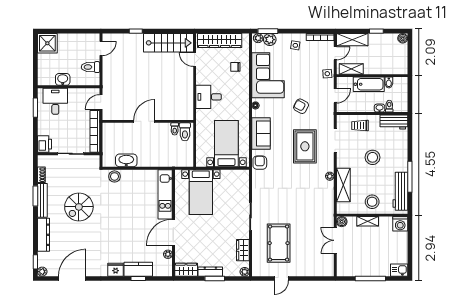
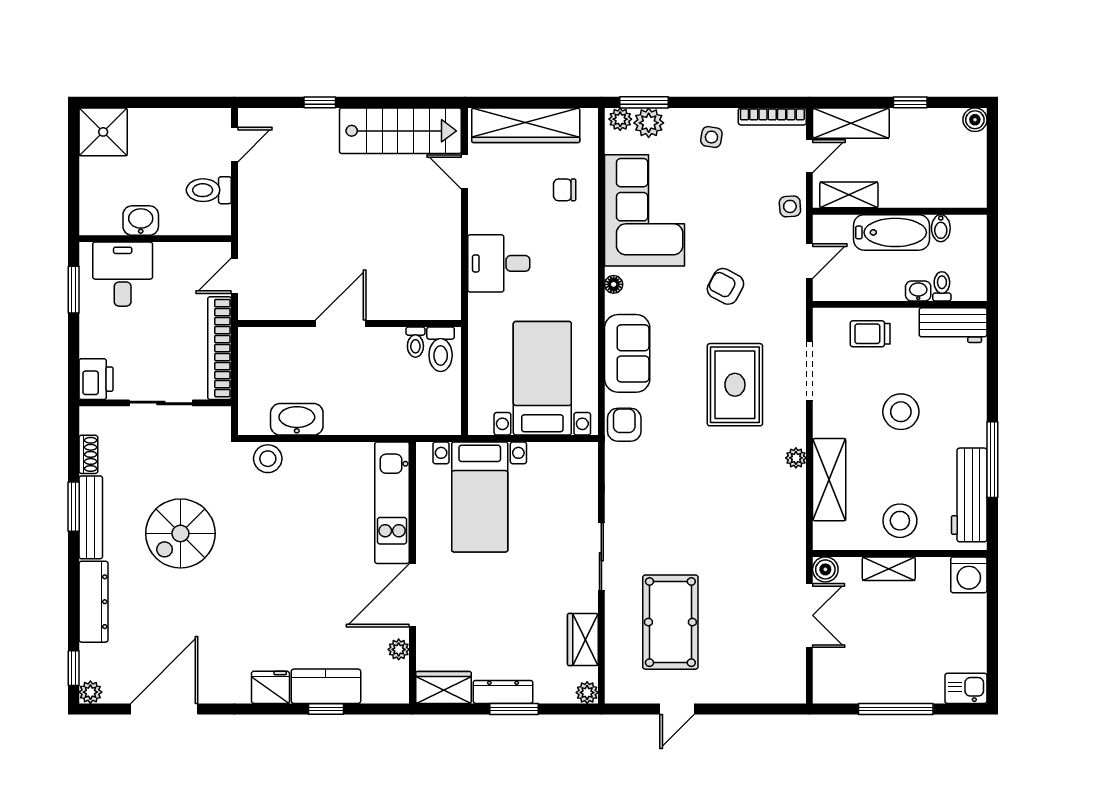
double door: (335, 240) -> (809, 615), swing flipped

